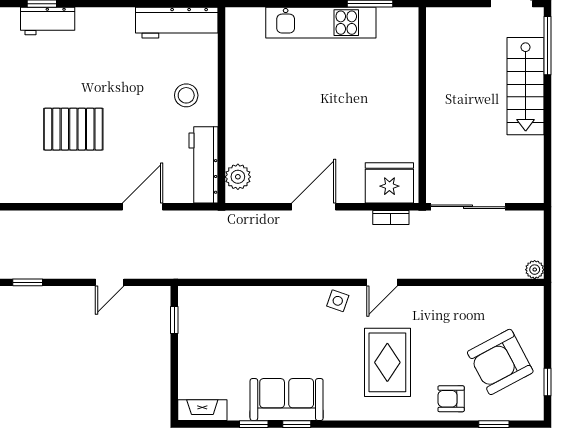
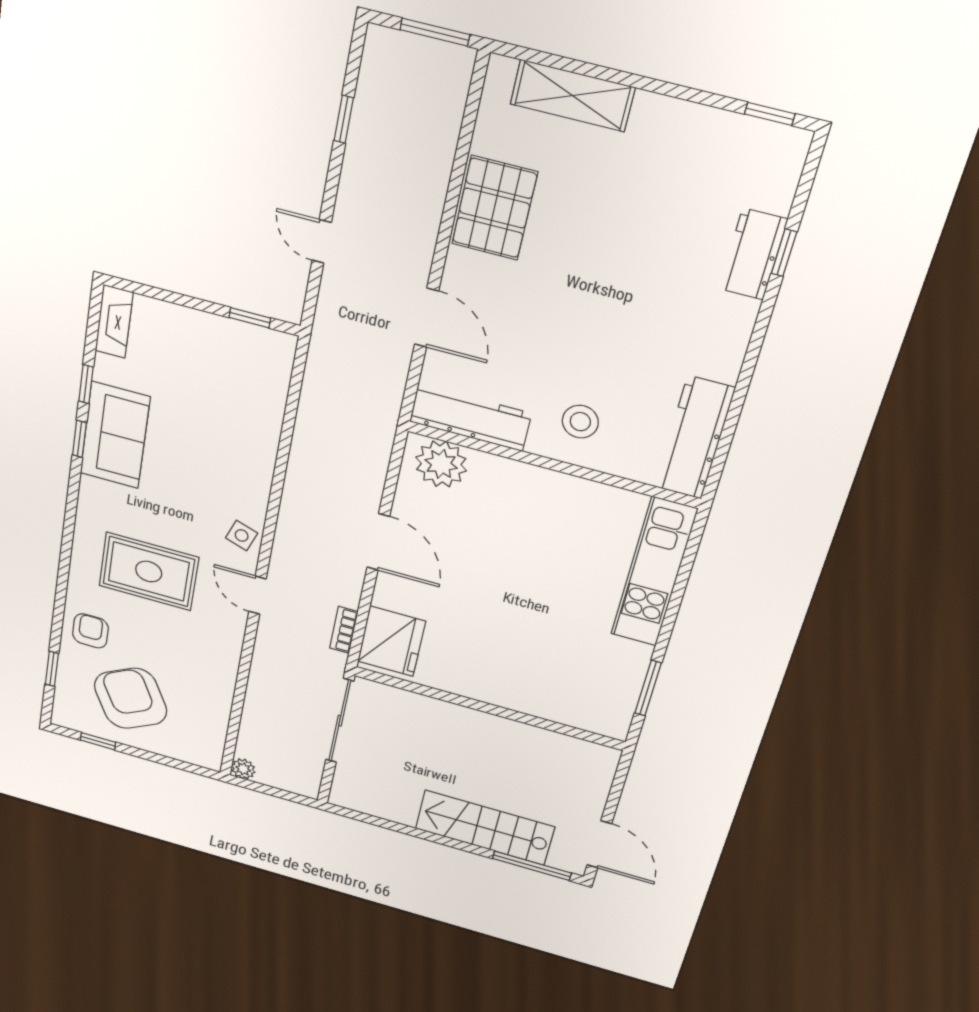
kitchen unit: (321, 23) -> (654, 572), moved
pallet: (73, 129) -> (494, 208), moved
plant: (238, 177) -> (441, 464), width x1.36, depth x1.36

